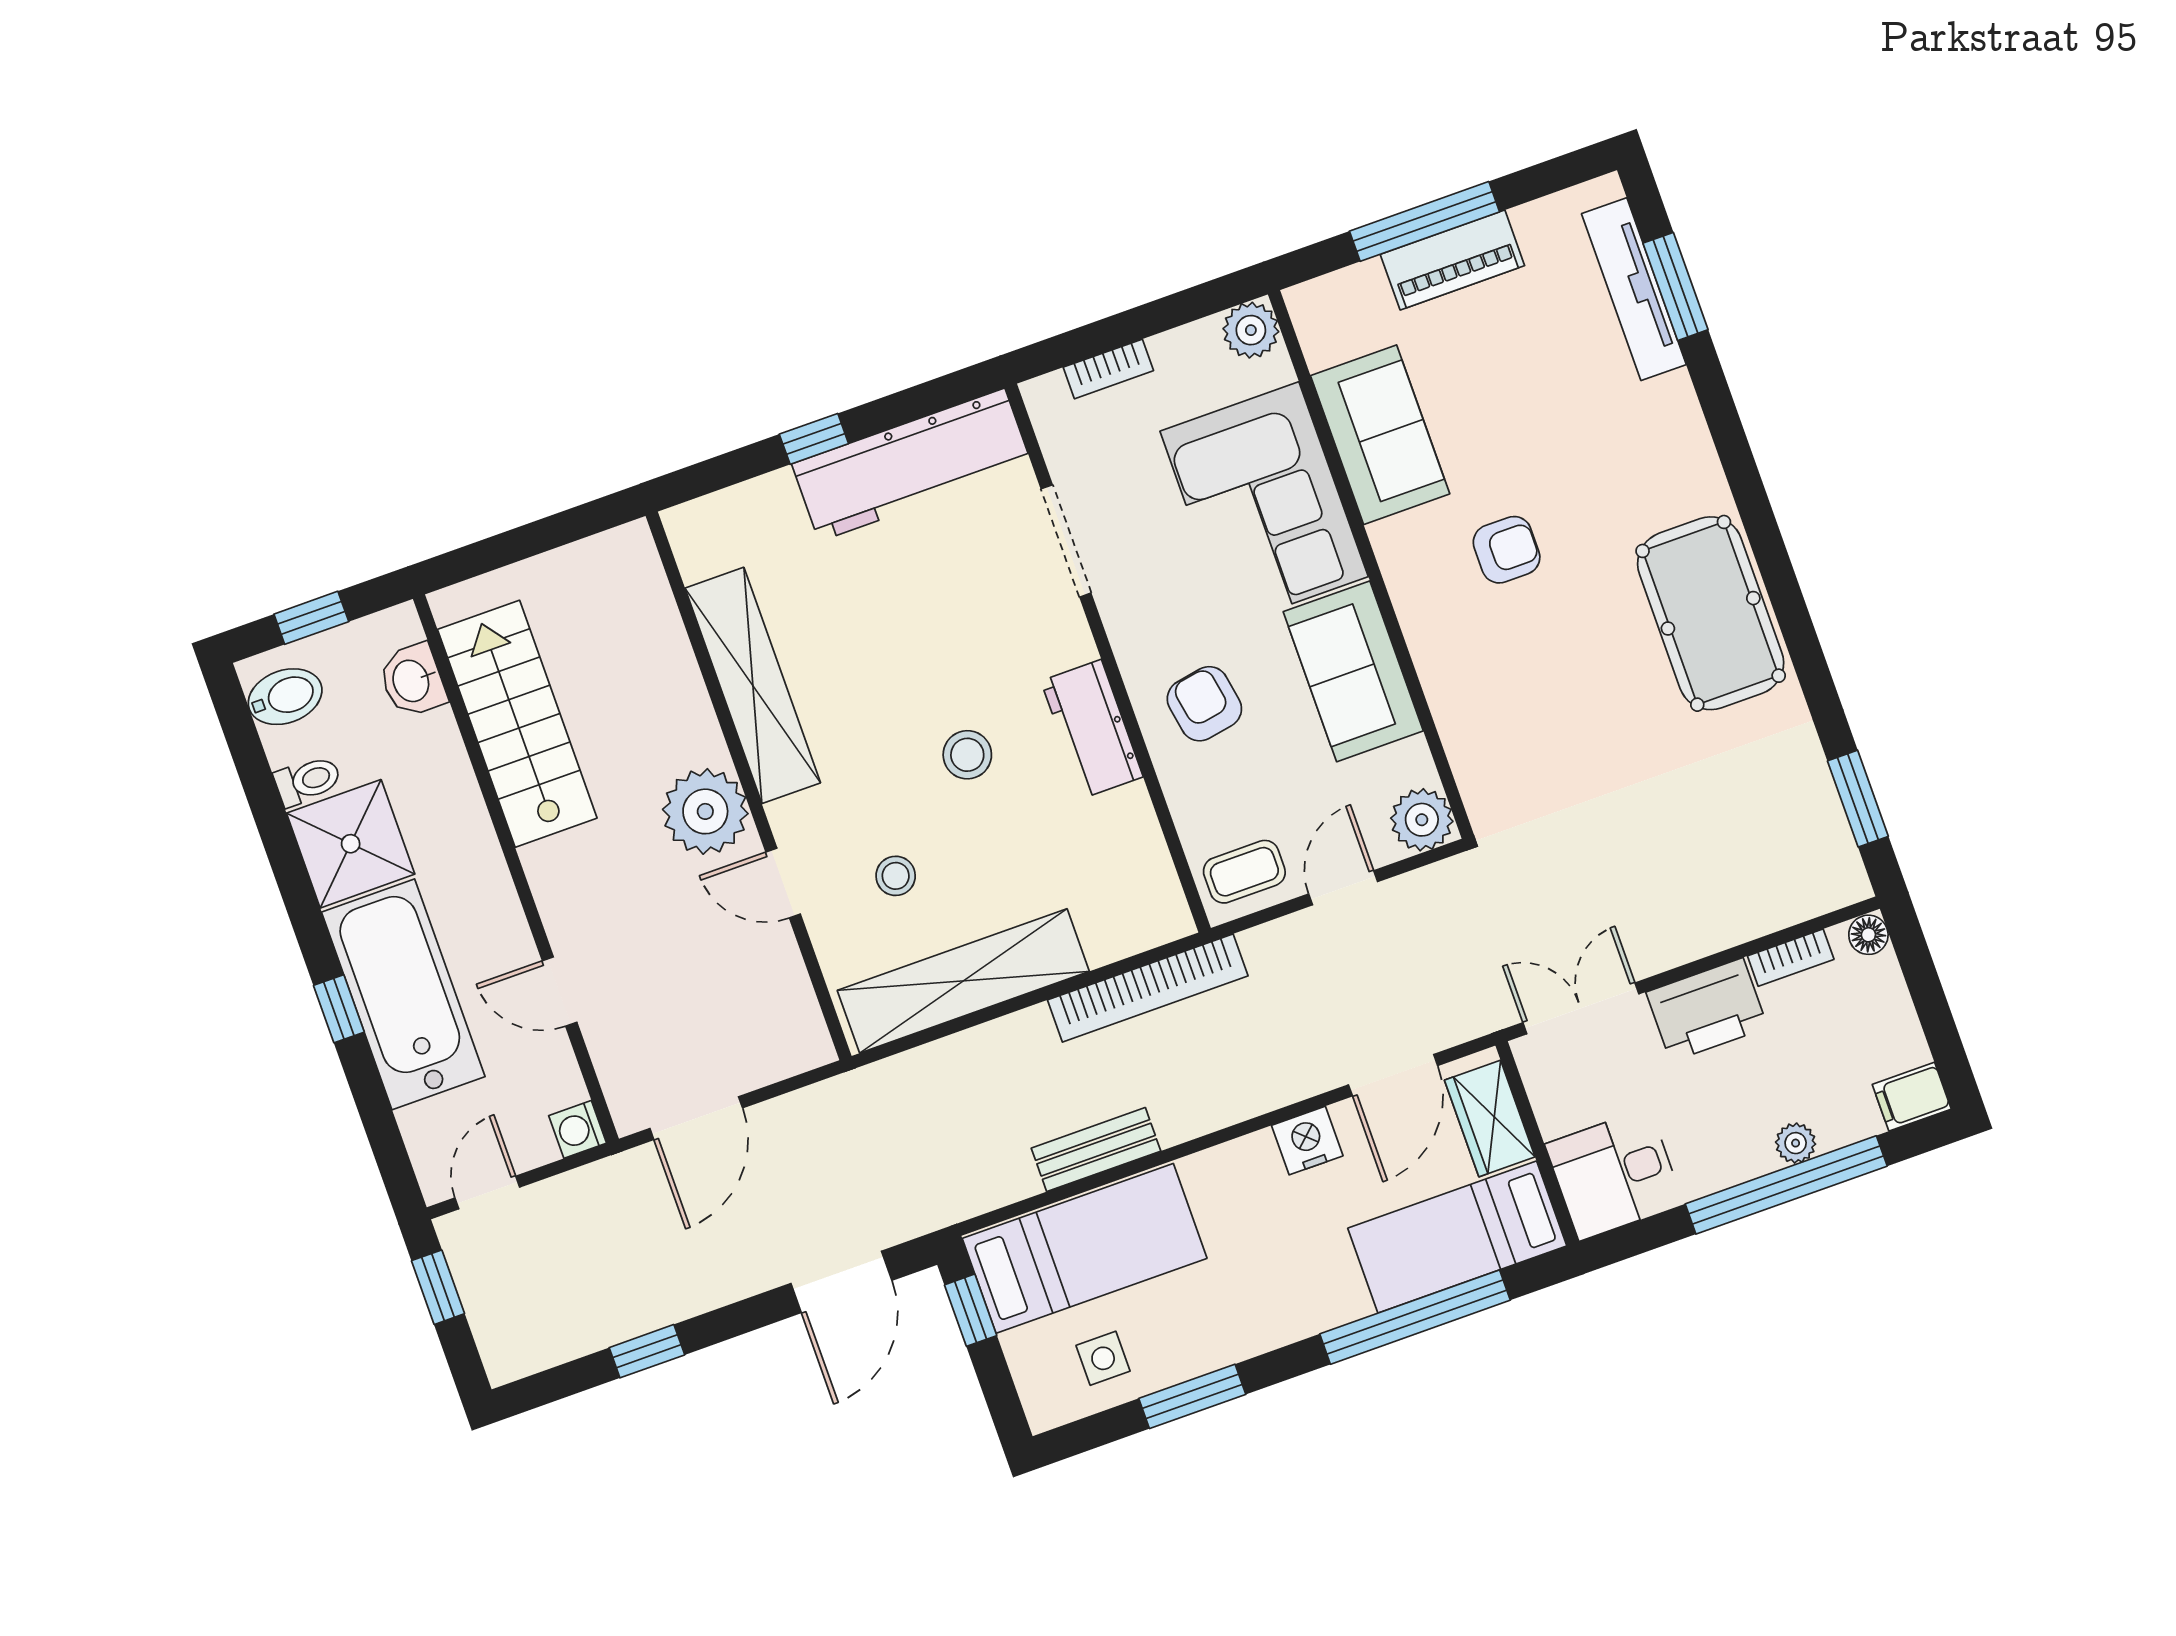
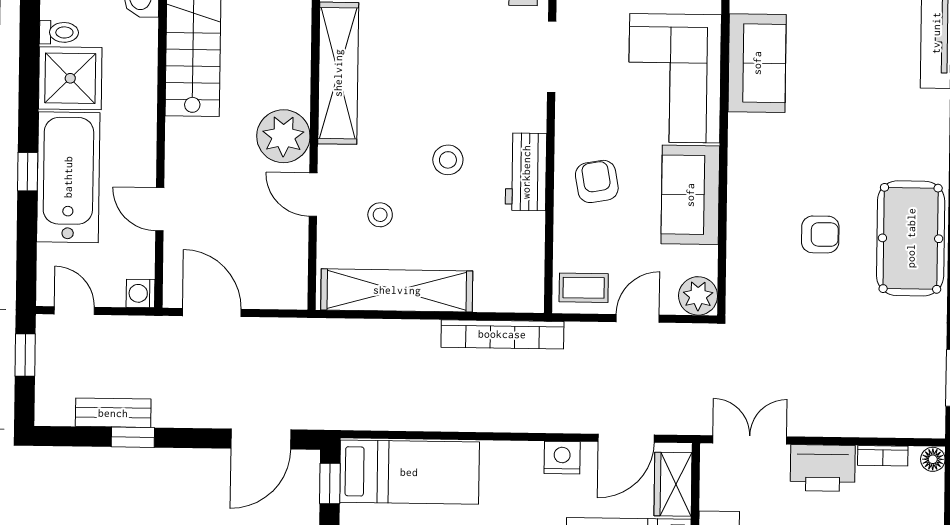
armchair: (1507, 550) -> (820, 234), moved
door: (696, 1118) -> (212, 312), swing flipped
bench: (1096, 1150) -> (113, 413), moved
door: (487, 1193) -> (74, 311), hinge flipped

